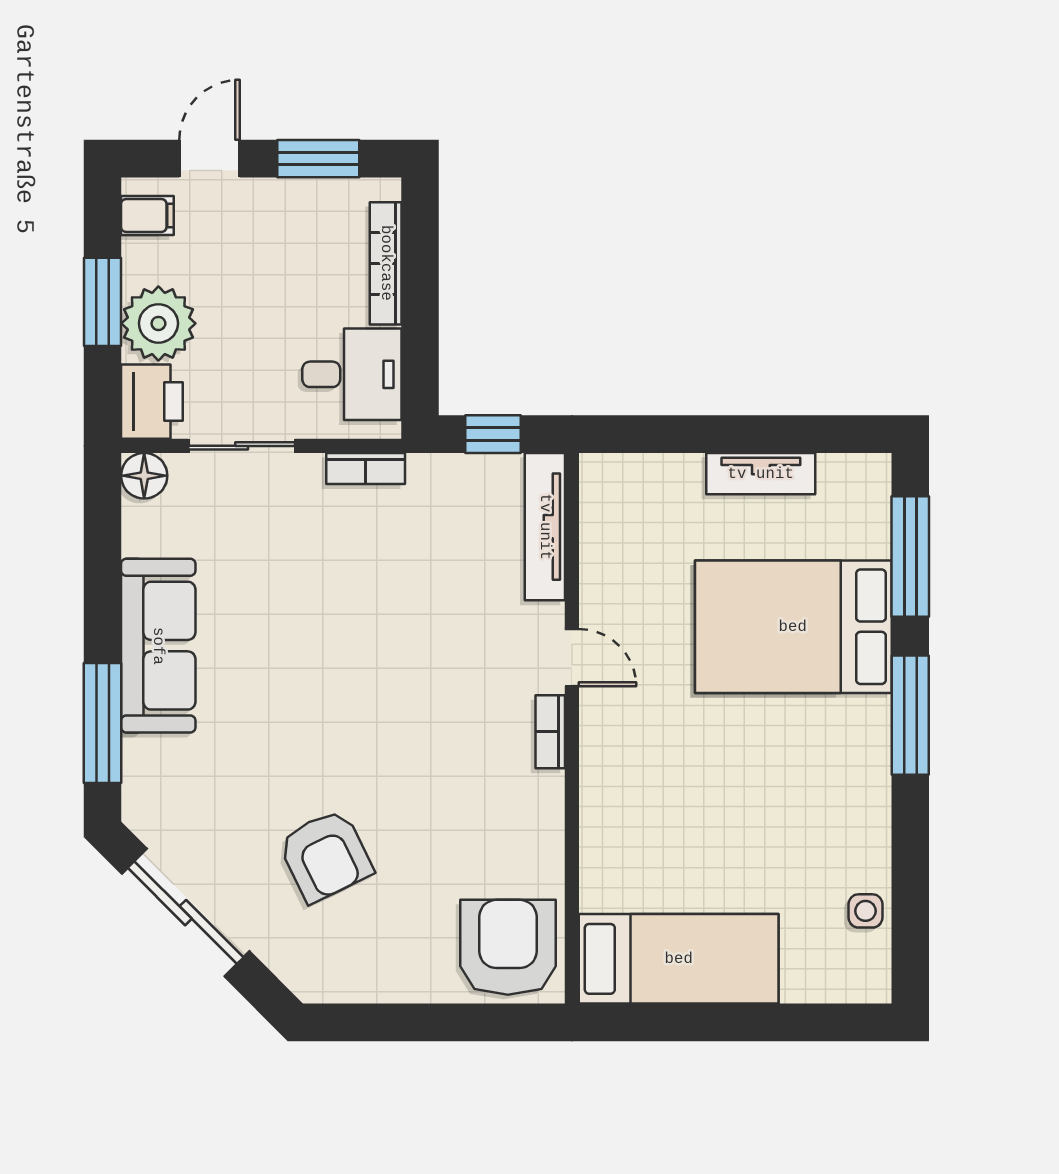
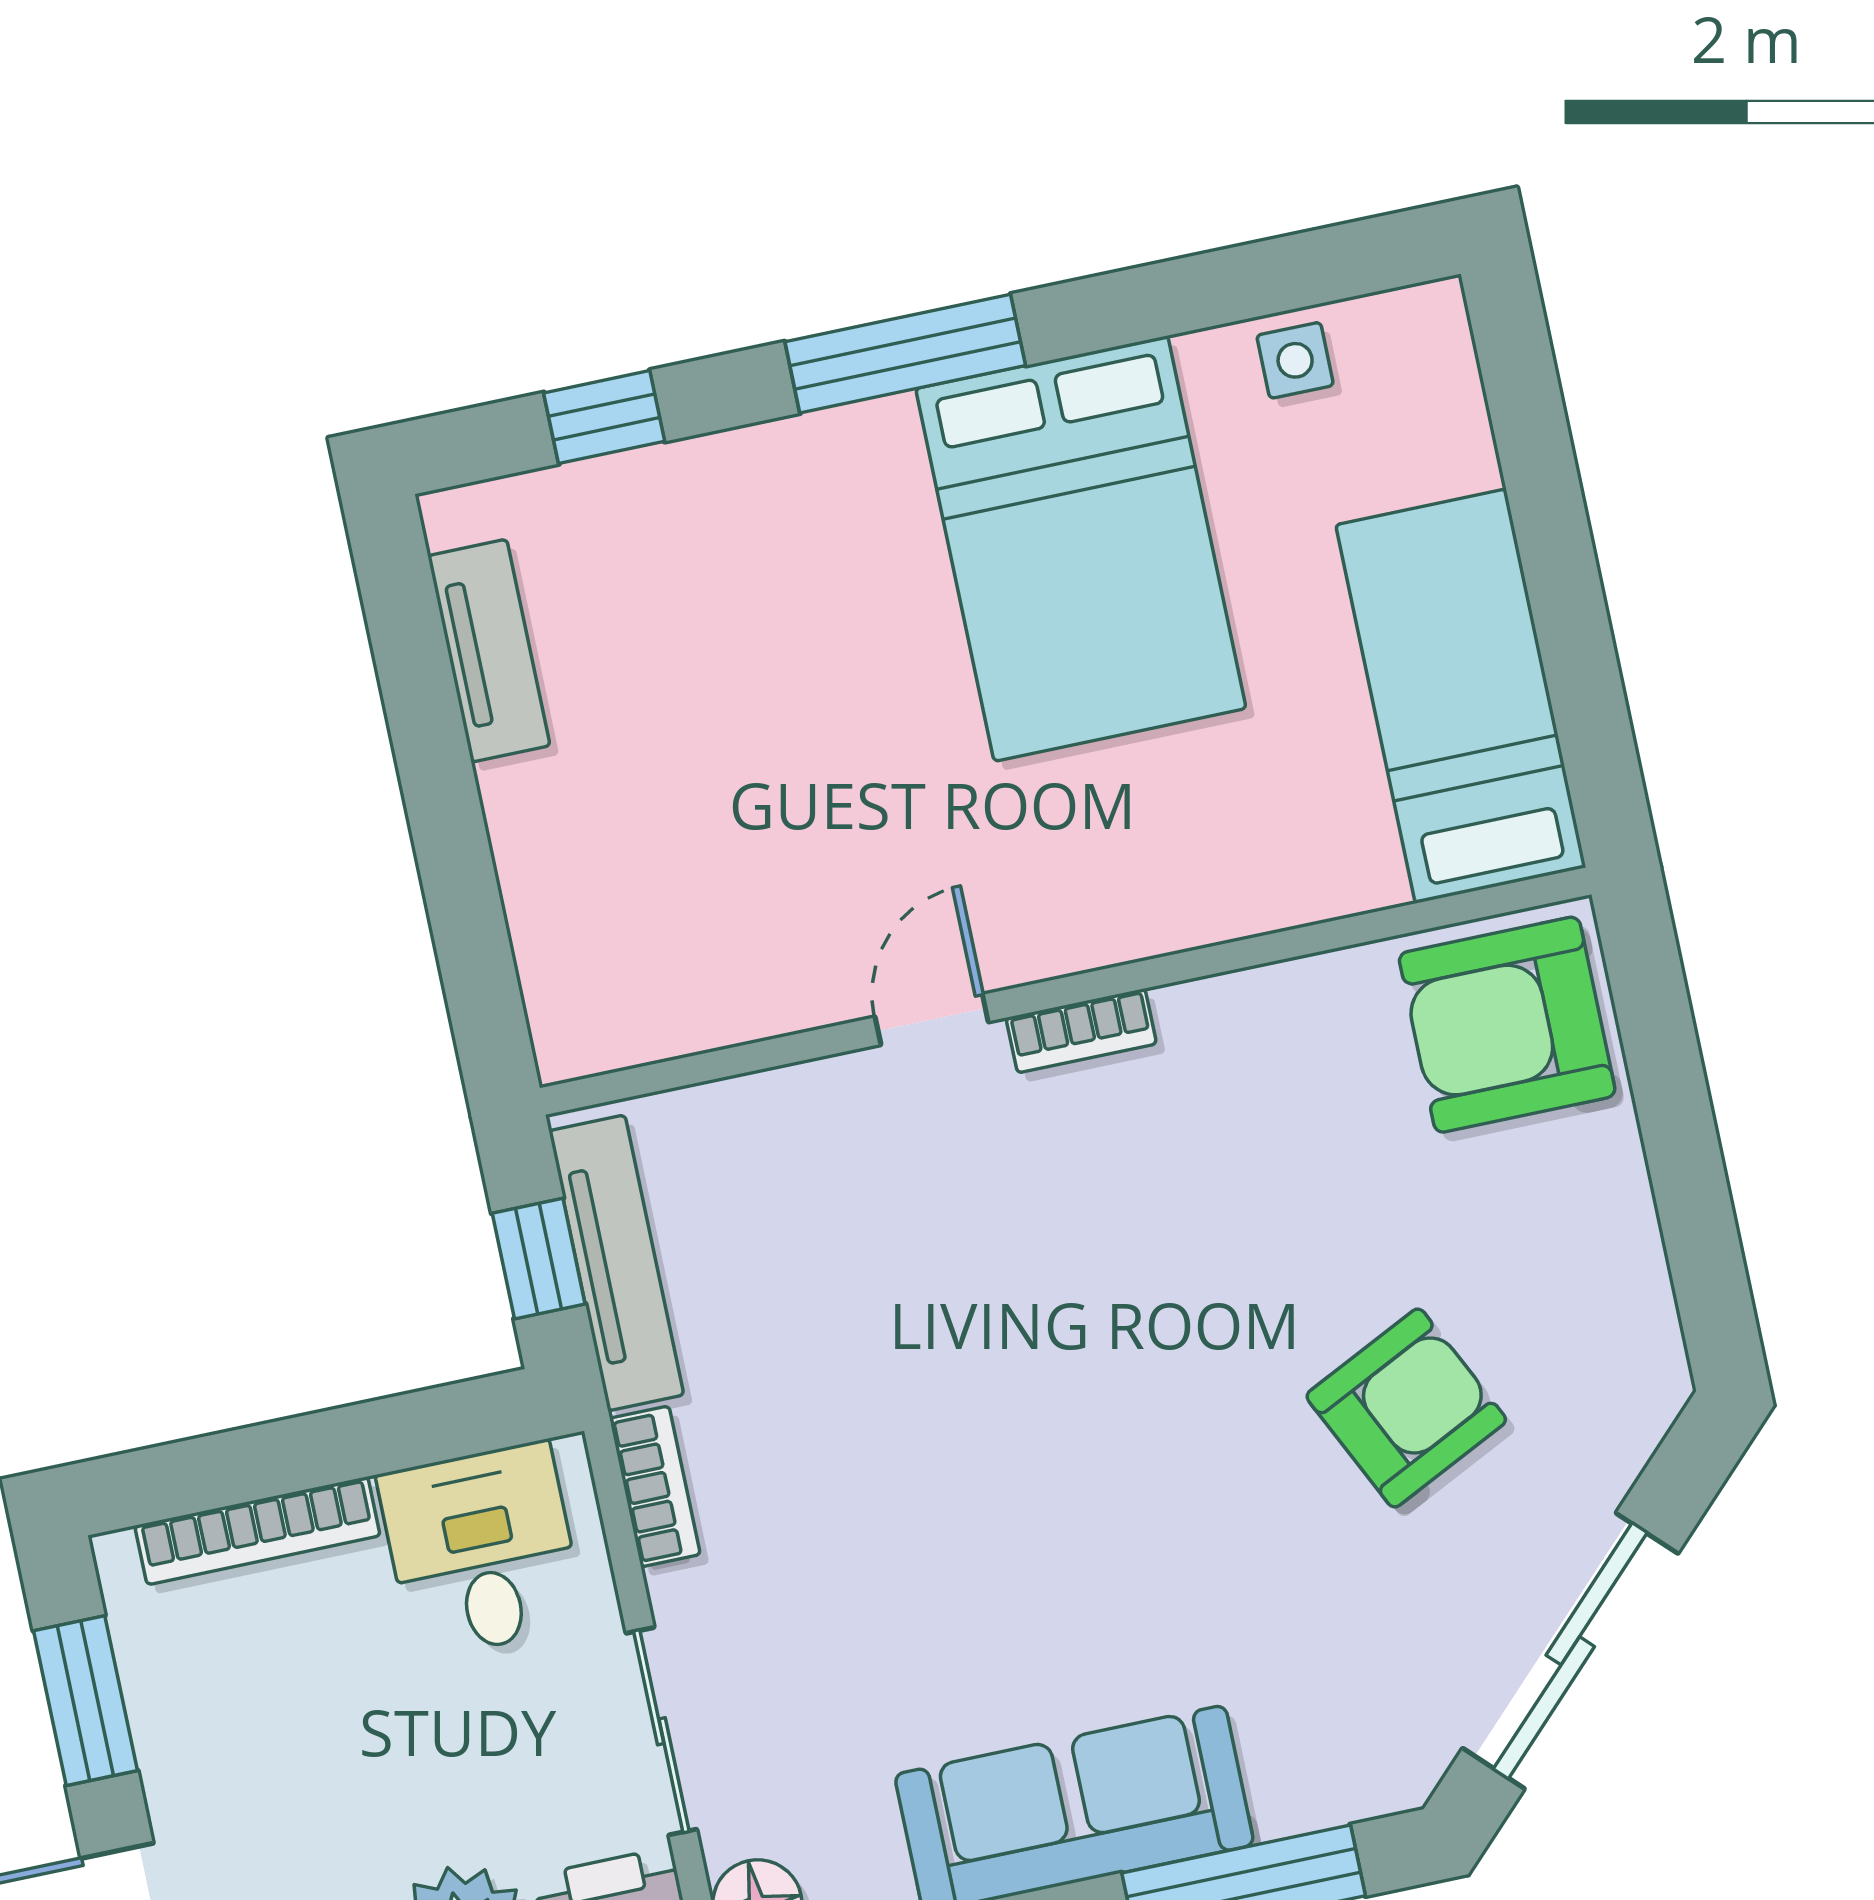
tv unit: (761, 474) -> (489, 651), moved
tv unit: (545, 527) -> (616, 1263), moved, turned -90
window: (910, 557) -> (604, 417), width x0.46
bed: (793, 627) -> (1081, 549), moved

